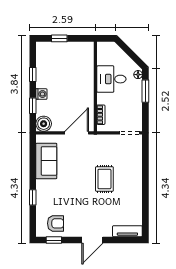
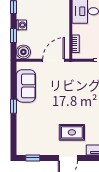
rug: (104, 179) -> (72, 132), moved, turned 90
window: (33, 197) -> (14, 106), moved
armchair: (55, 223) -> (34, 143), removed

